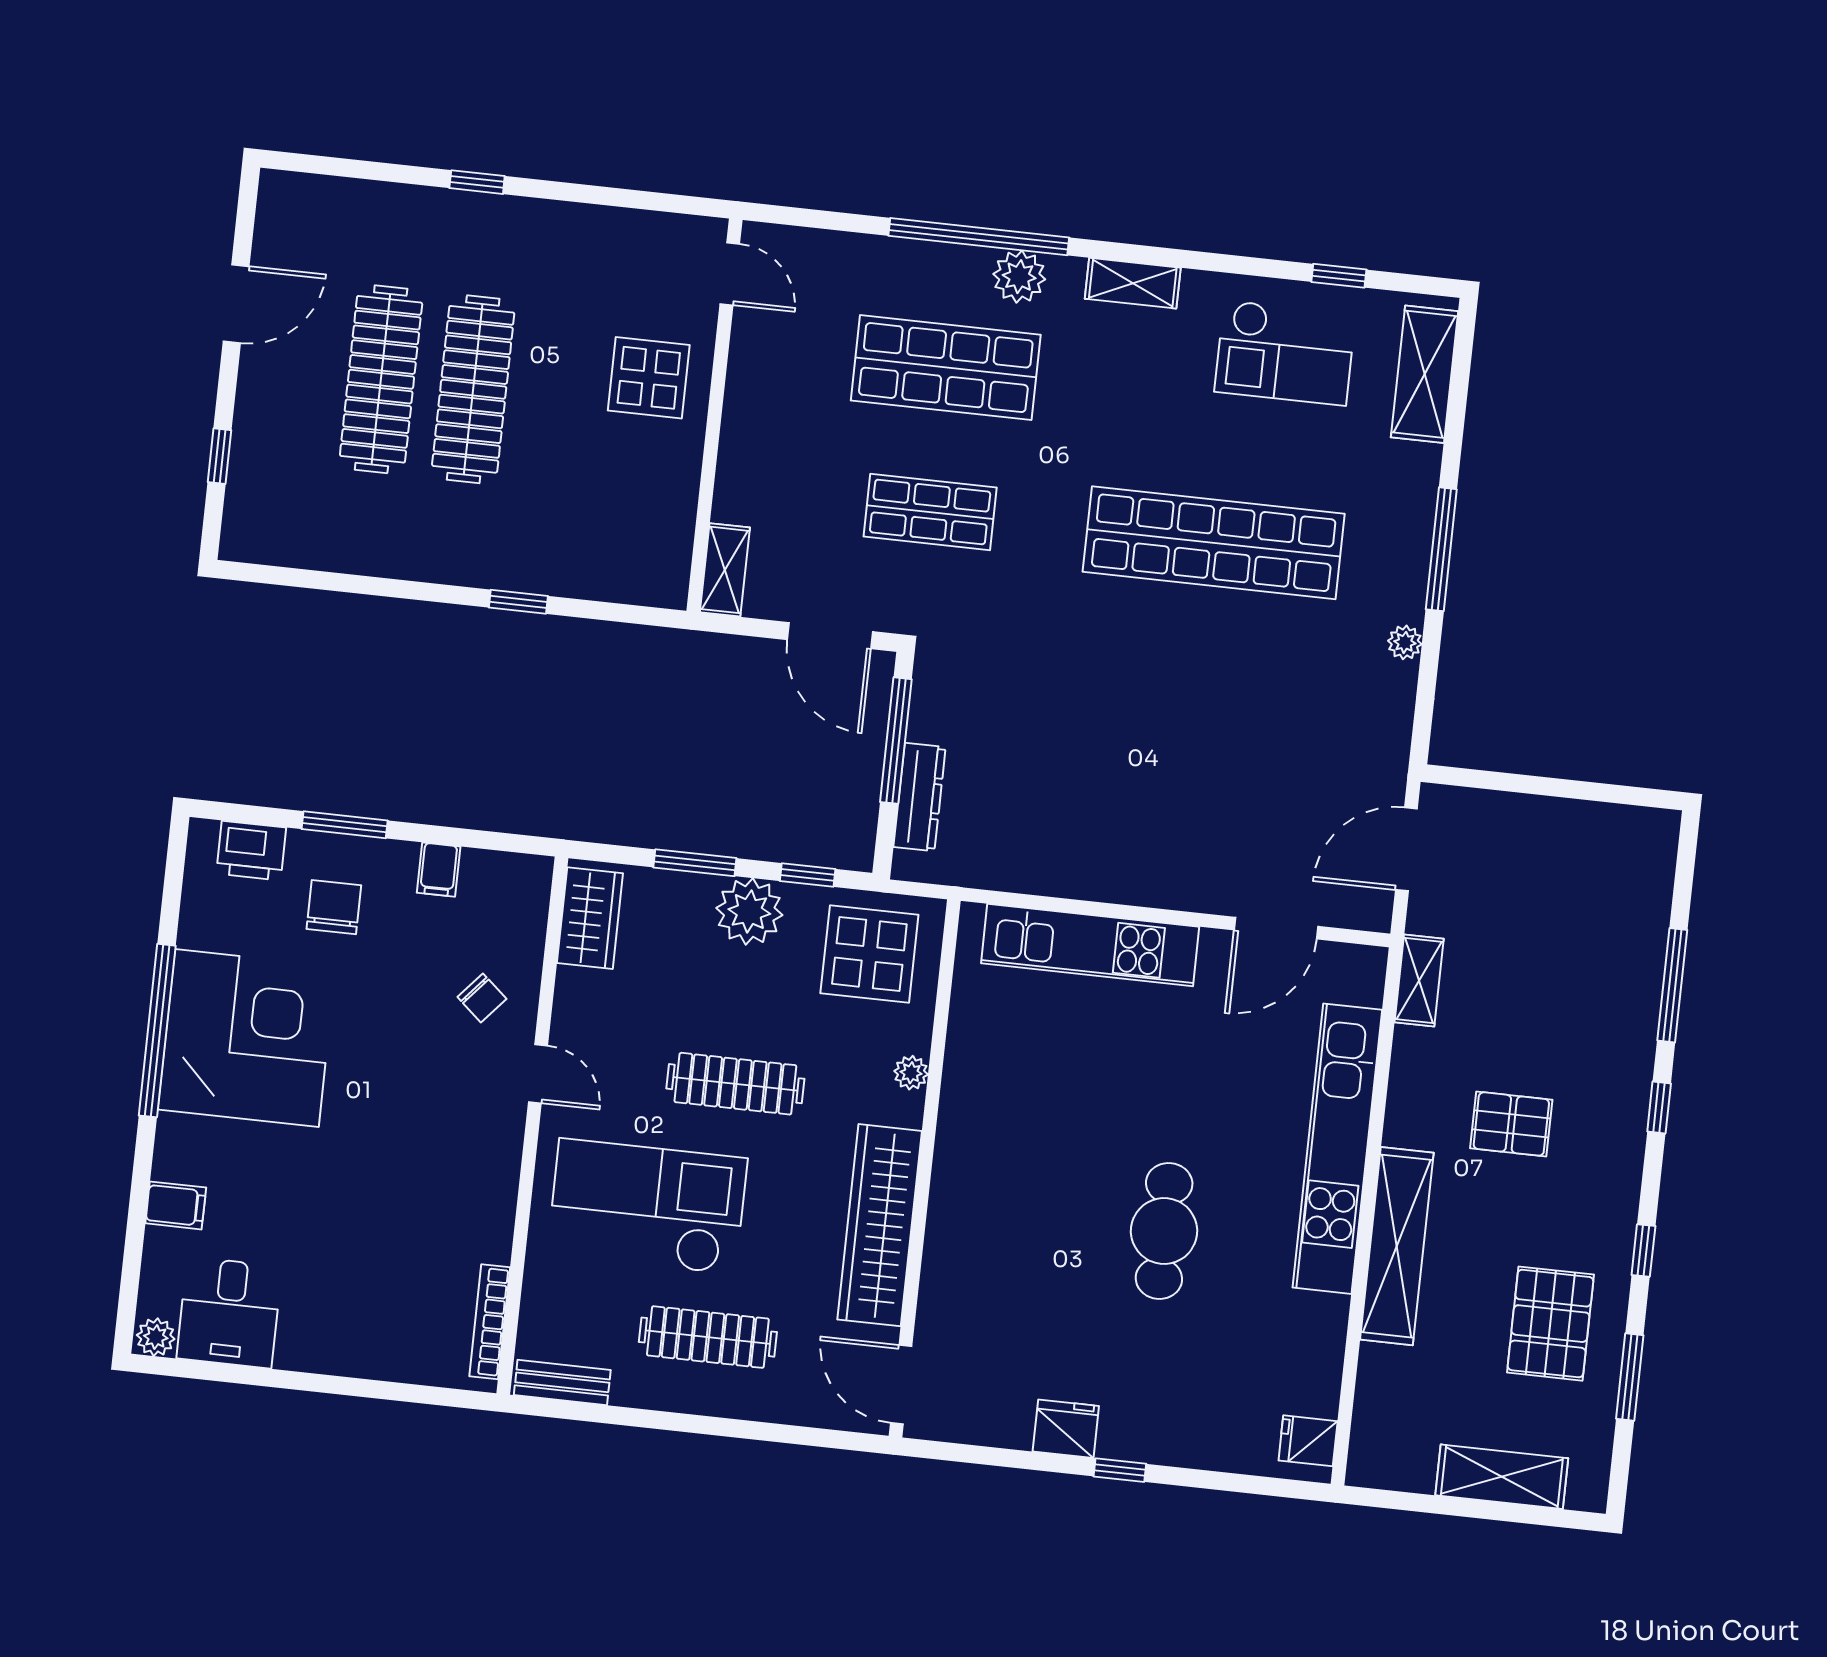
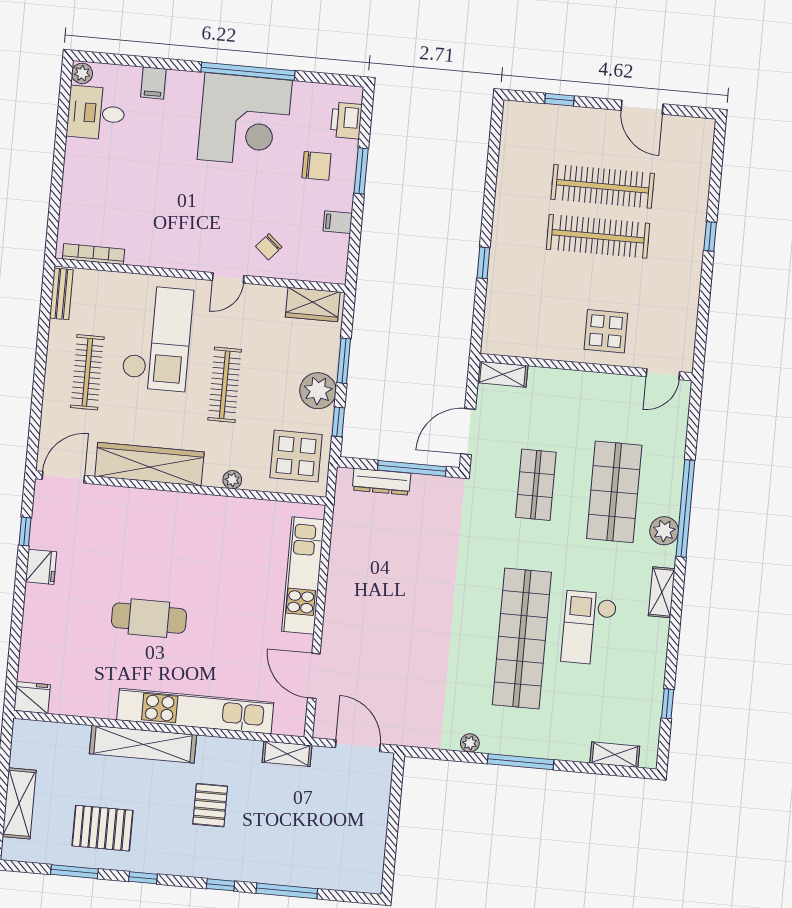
checkout: (1285, 353) -> (589, 628), moved
shelving: (1425, 374) -> (615, 755), width x0.67, depth x0.75
fridge: (1308, 1441) -> (32, 698), width x1.38
window: (1120, 1470) -> (25, 531), moved

